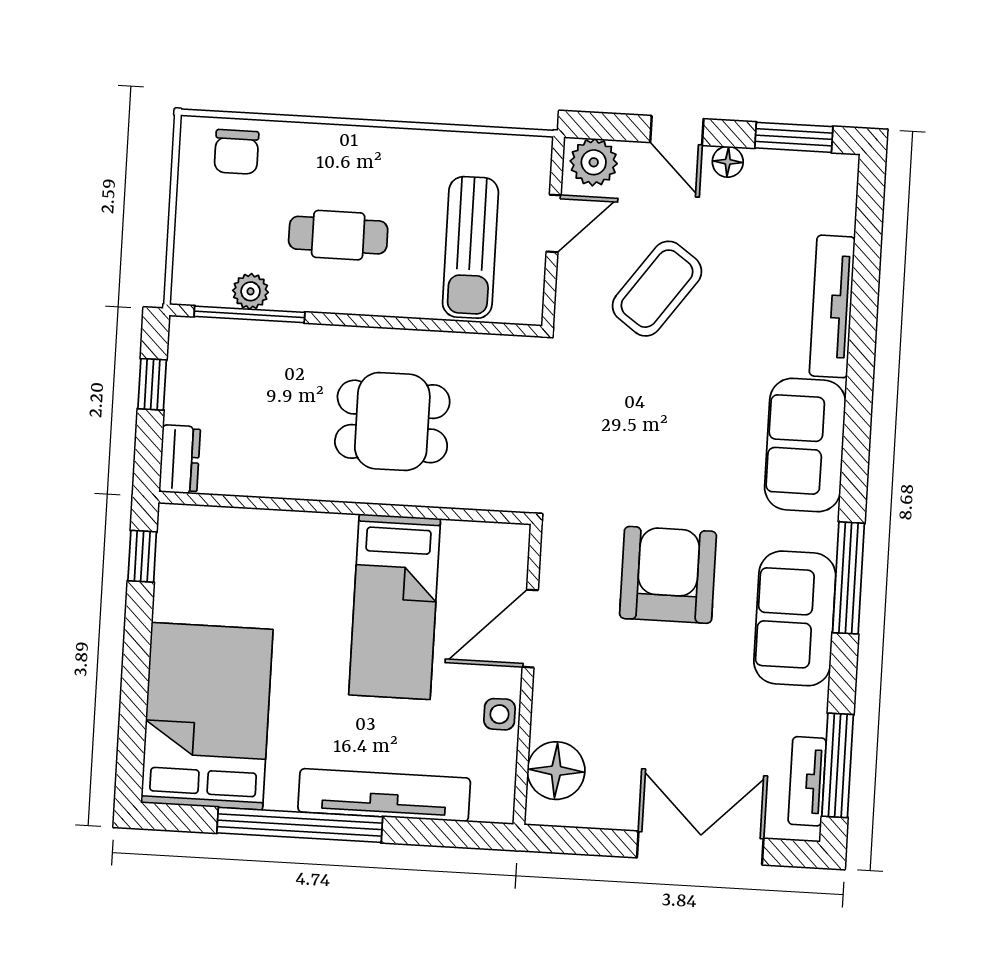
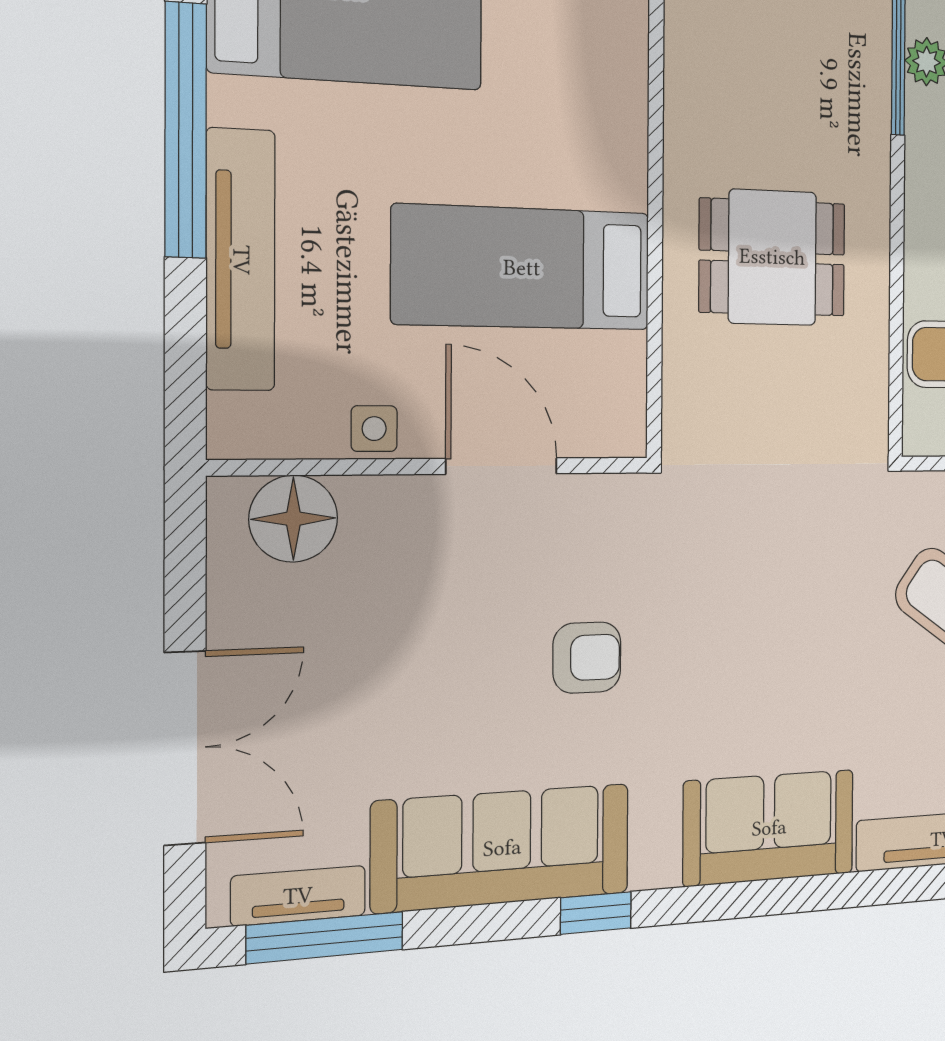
dining table: (392, 421) -> (772, 257), turned 90
armchair: (668, 575) -> (587, 658), width x0.53, depth x0.53
window: (848, 578) -> (596, 913), width x0.46
sofa: (795, 618) -> (502, 848), width x1.36

